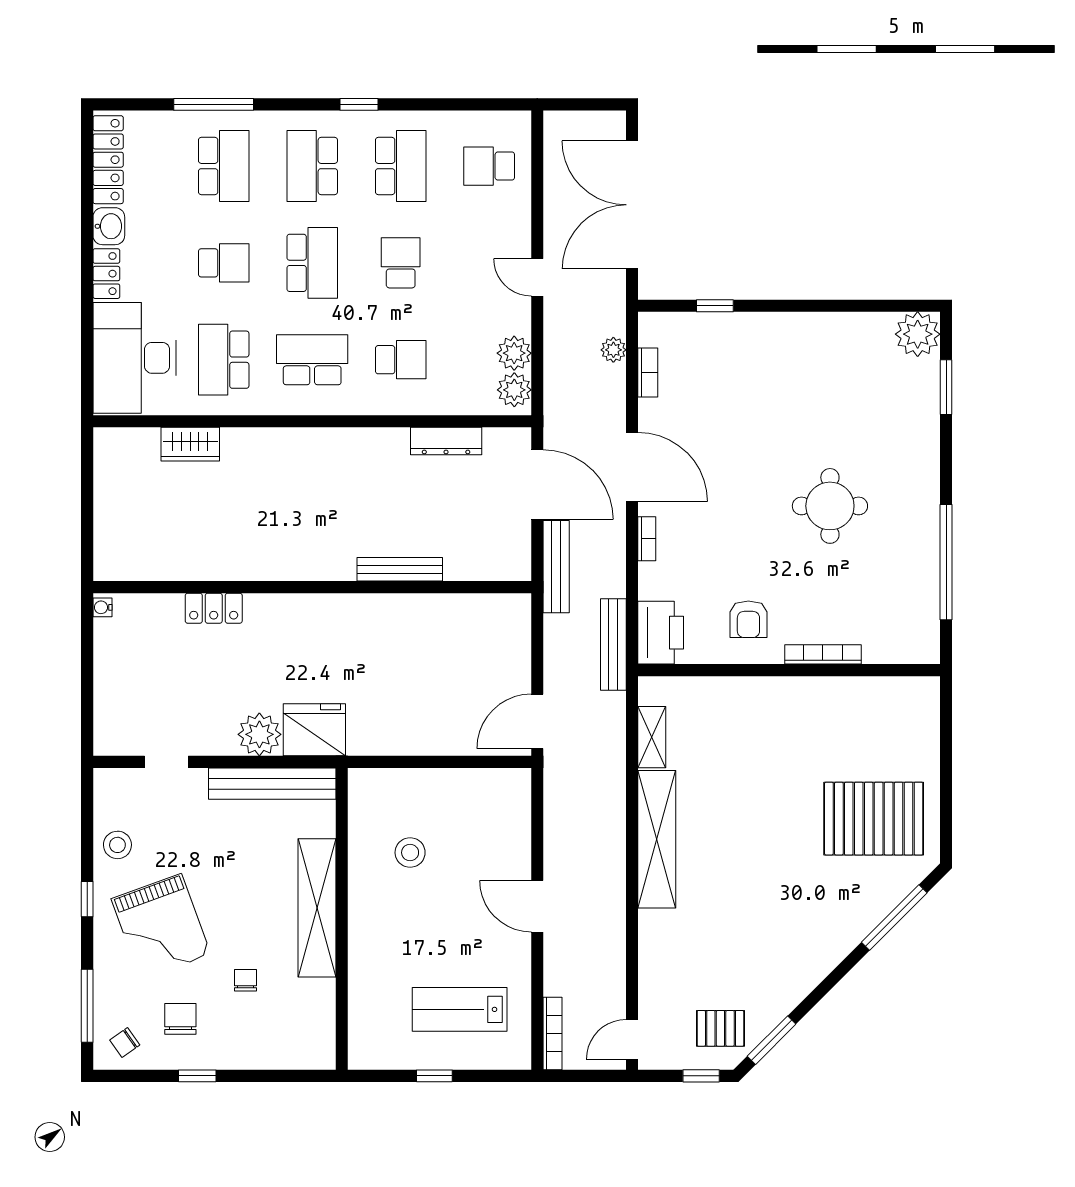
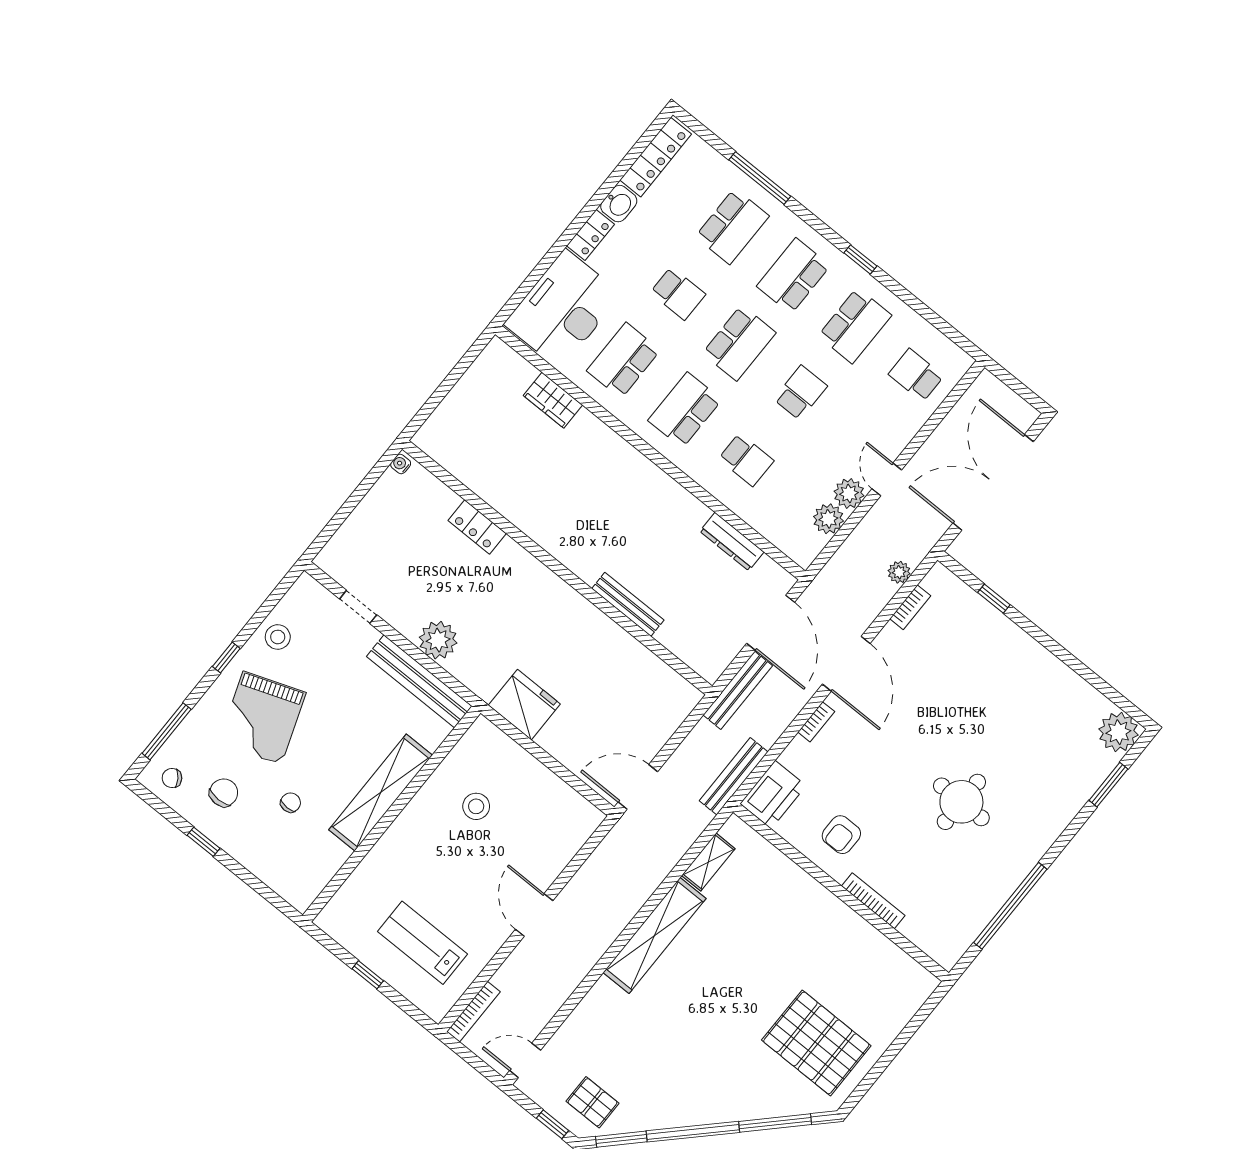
school desk: (312, 360) -> (685, 410), turned -90
plant: (514, 390) -> (849, 493), moved
fridge: (314, 730) -> (524, 705), moved

